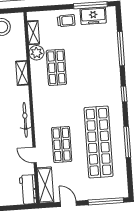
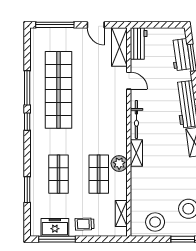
window: (121, 49) -> (27, 190), width x0.69
plant: (37, 53) -> (119, 163), moved
shelving: (22, 73) -> (136, 153), moved
window: (124, 94) -> (27, 122), moved
shop shelf: (62, 144) -> (58, 174), moved

